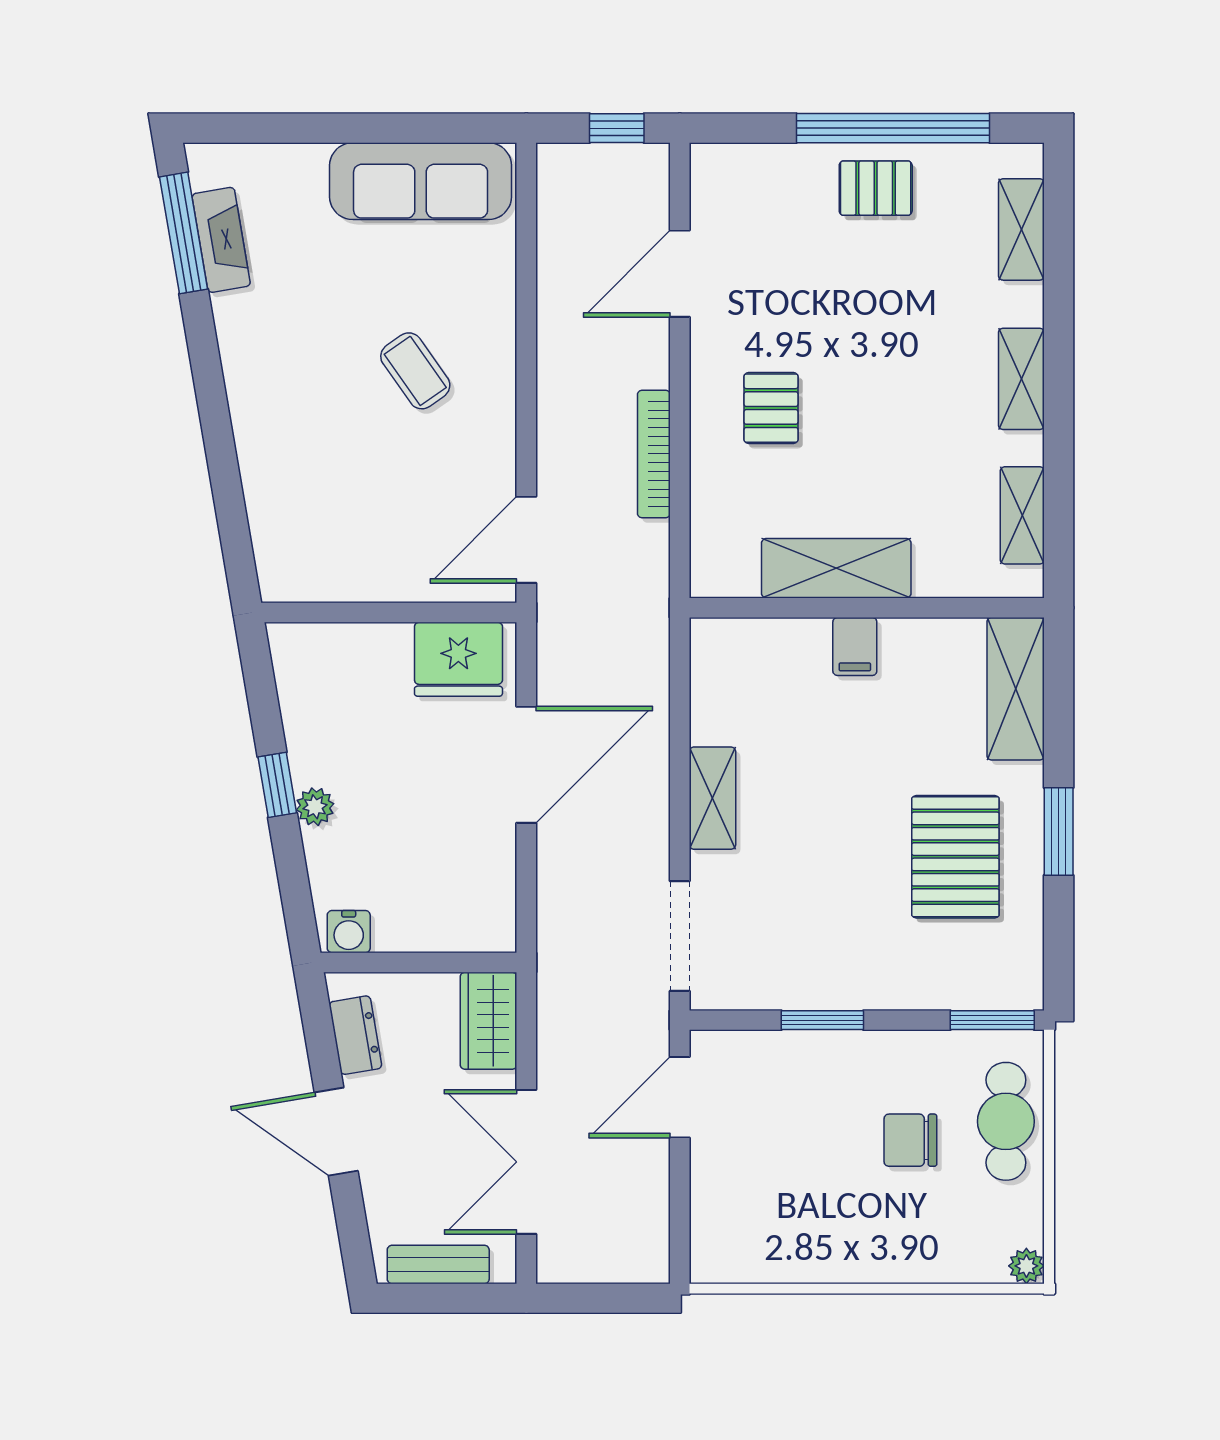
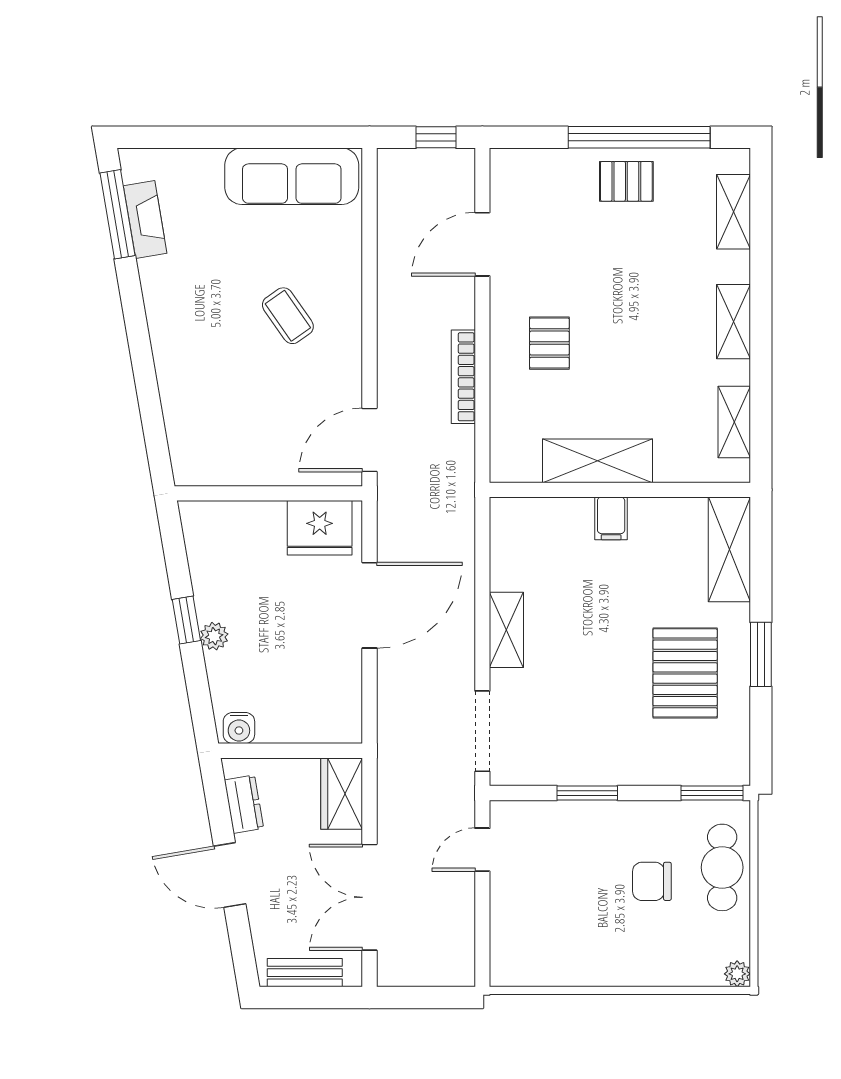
door: (680, 1097) -> (482, 850), width x0.73

